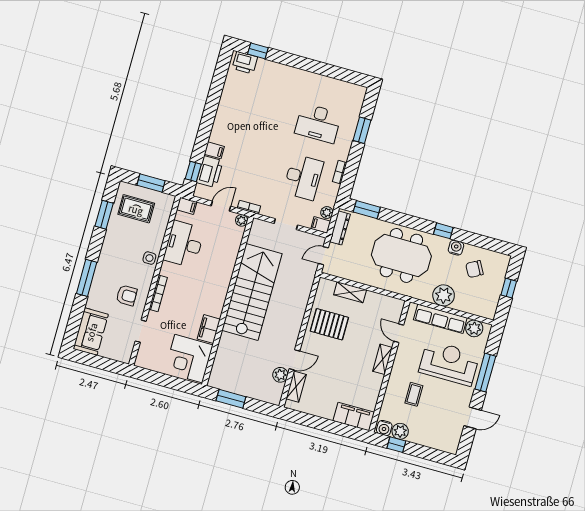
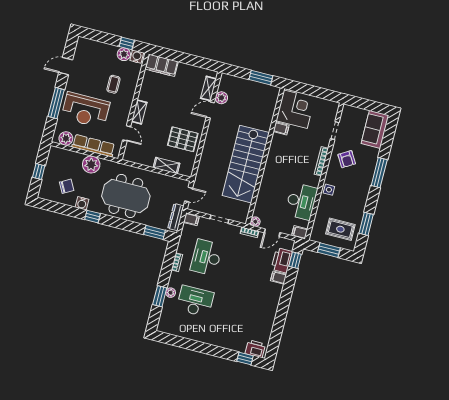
plant: (327, 213) -> (171, 293), moved
armchair: (127, 295) -> (347, 159), turned -121
filing cabinet: (209, 329) -> (281, 128), width x0.50

